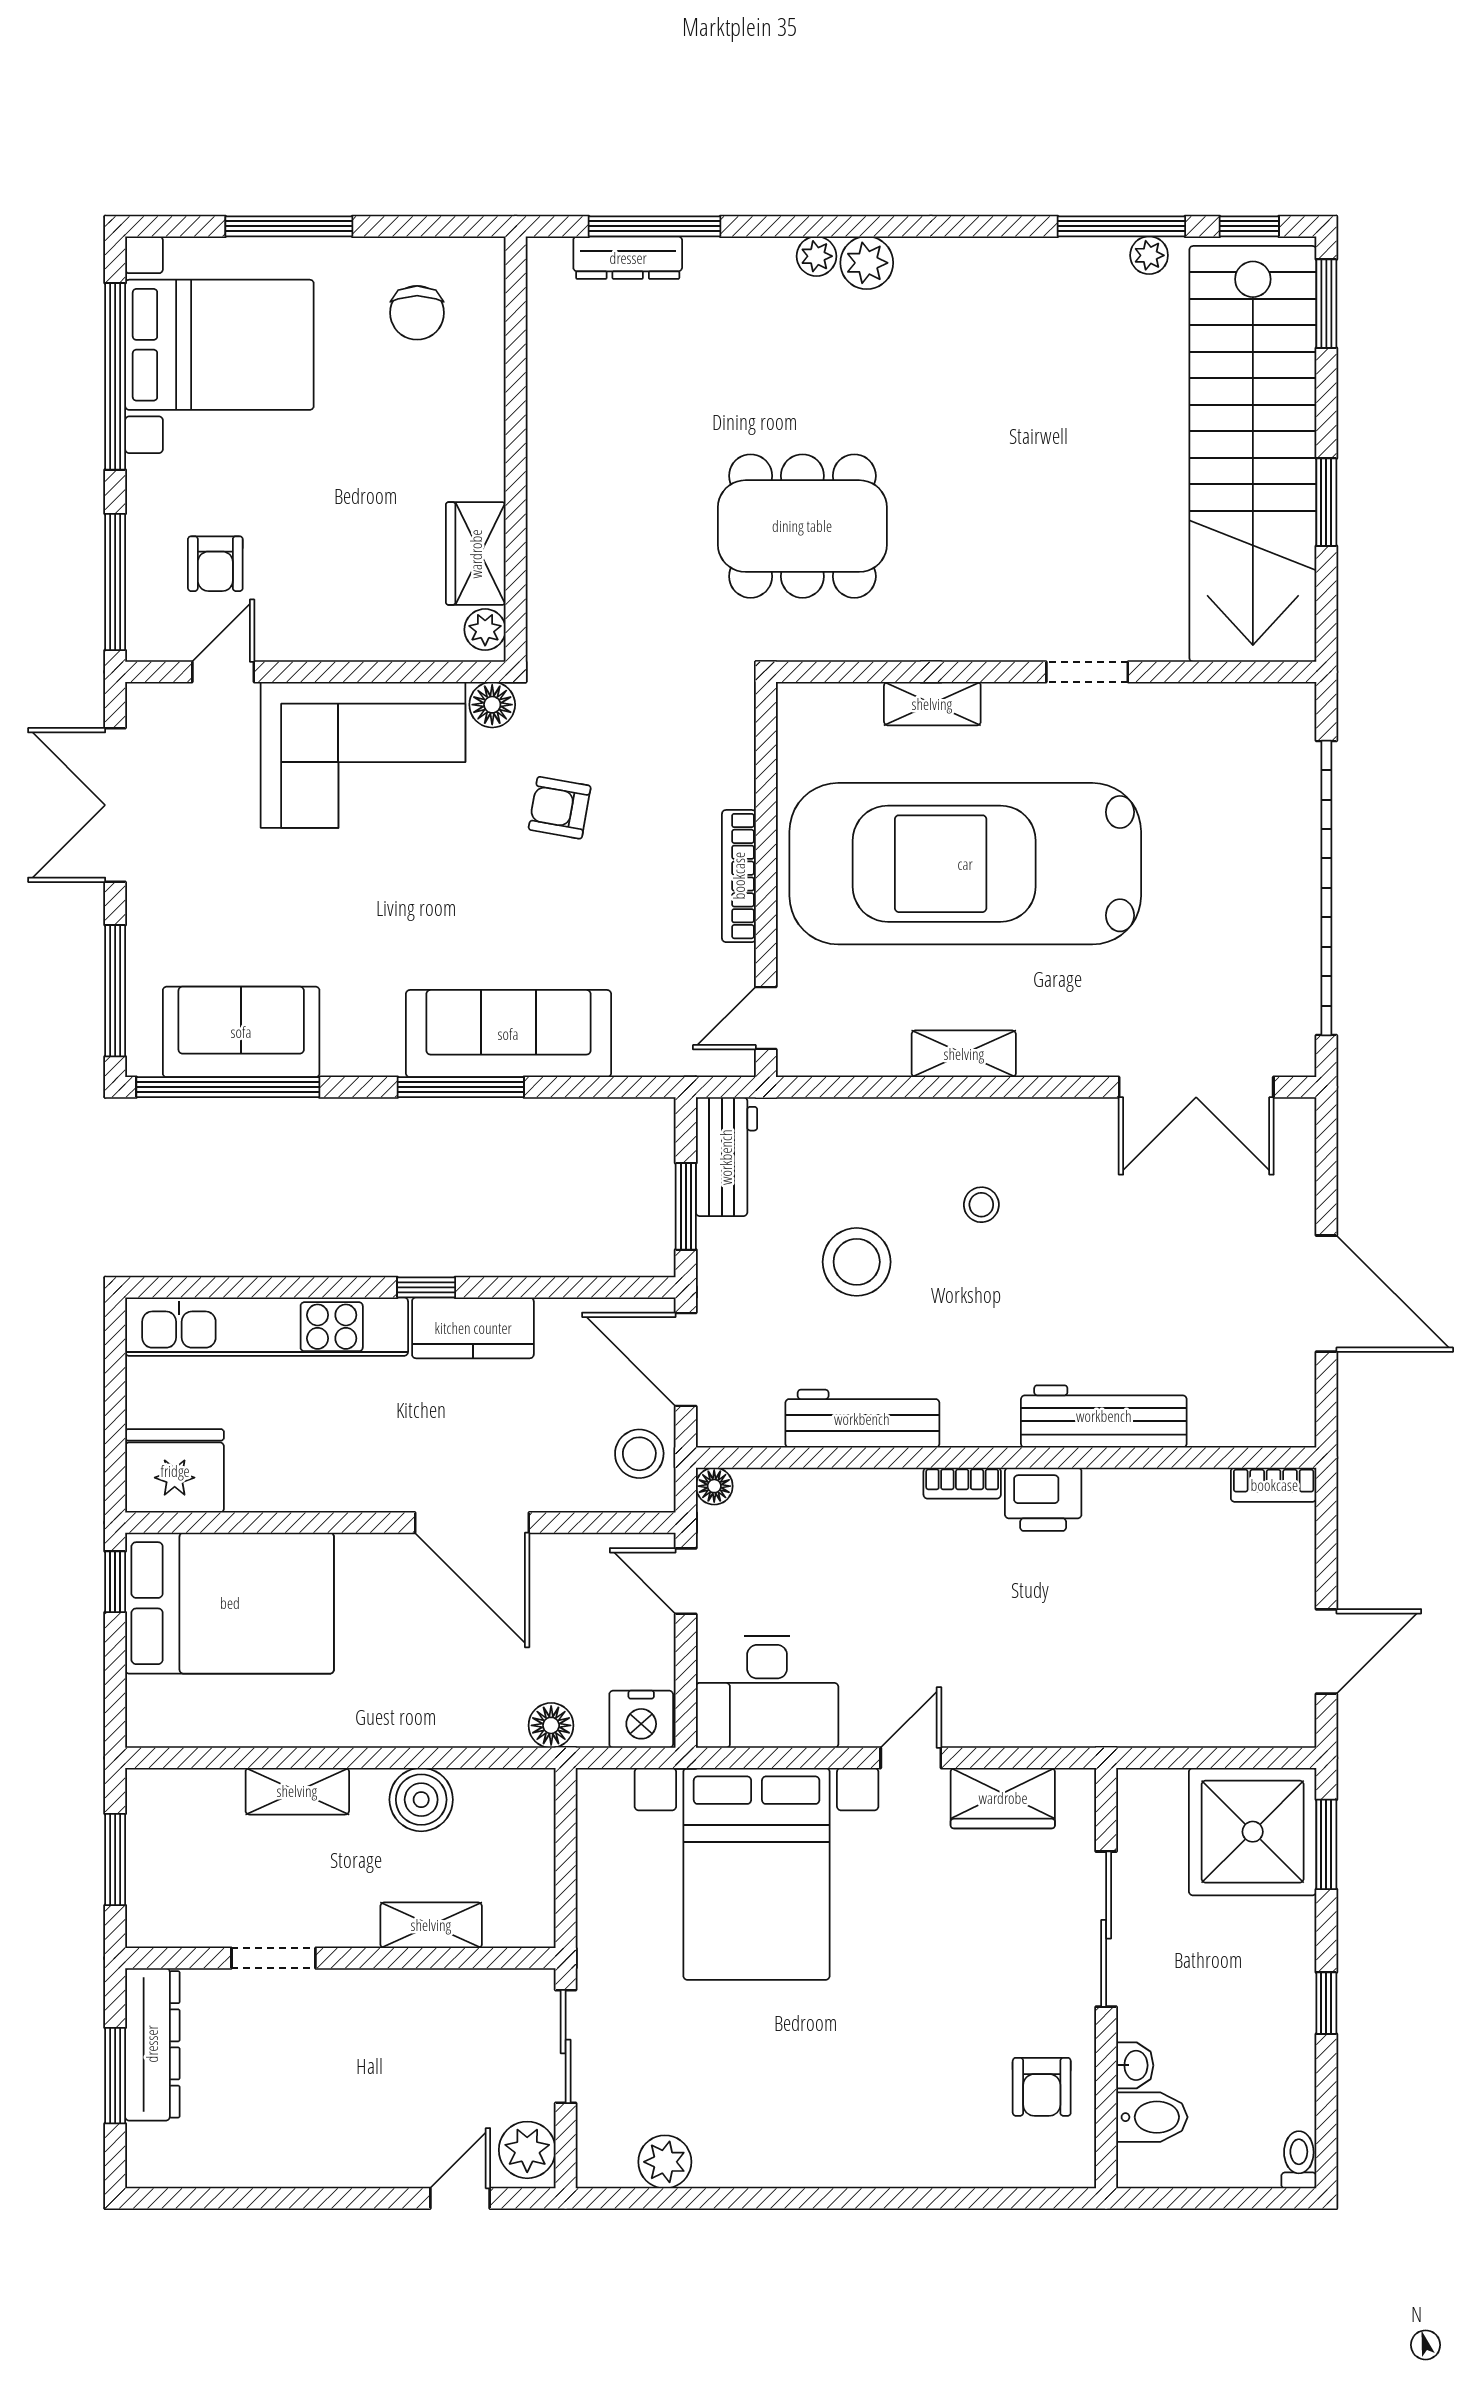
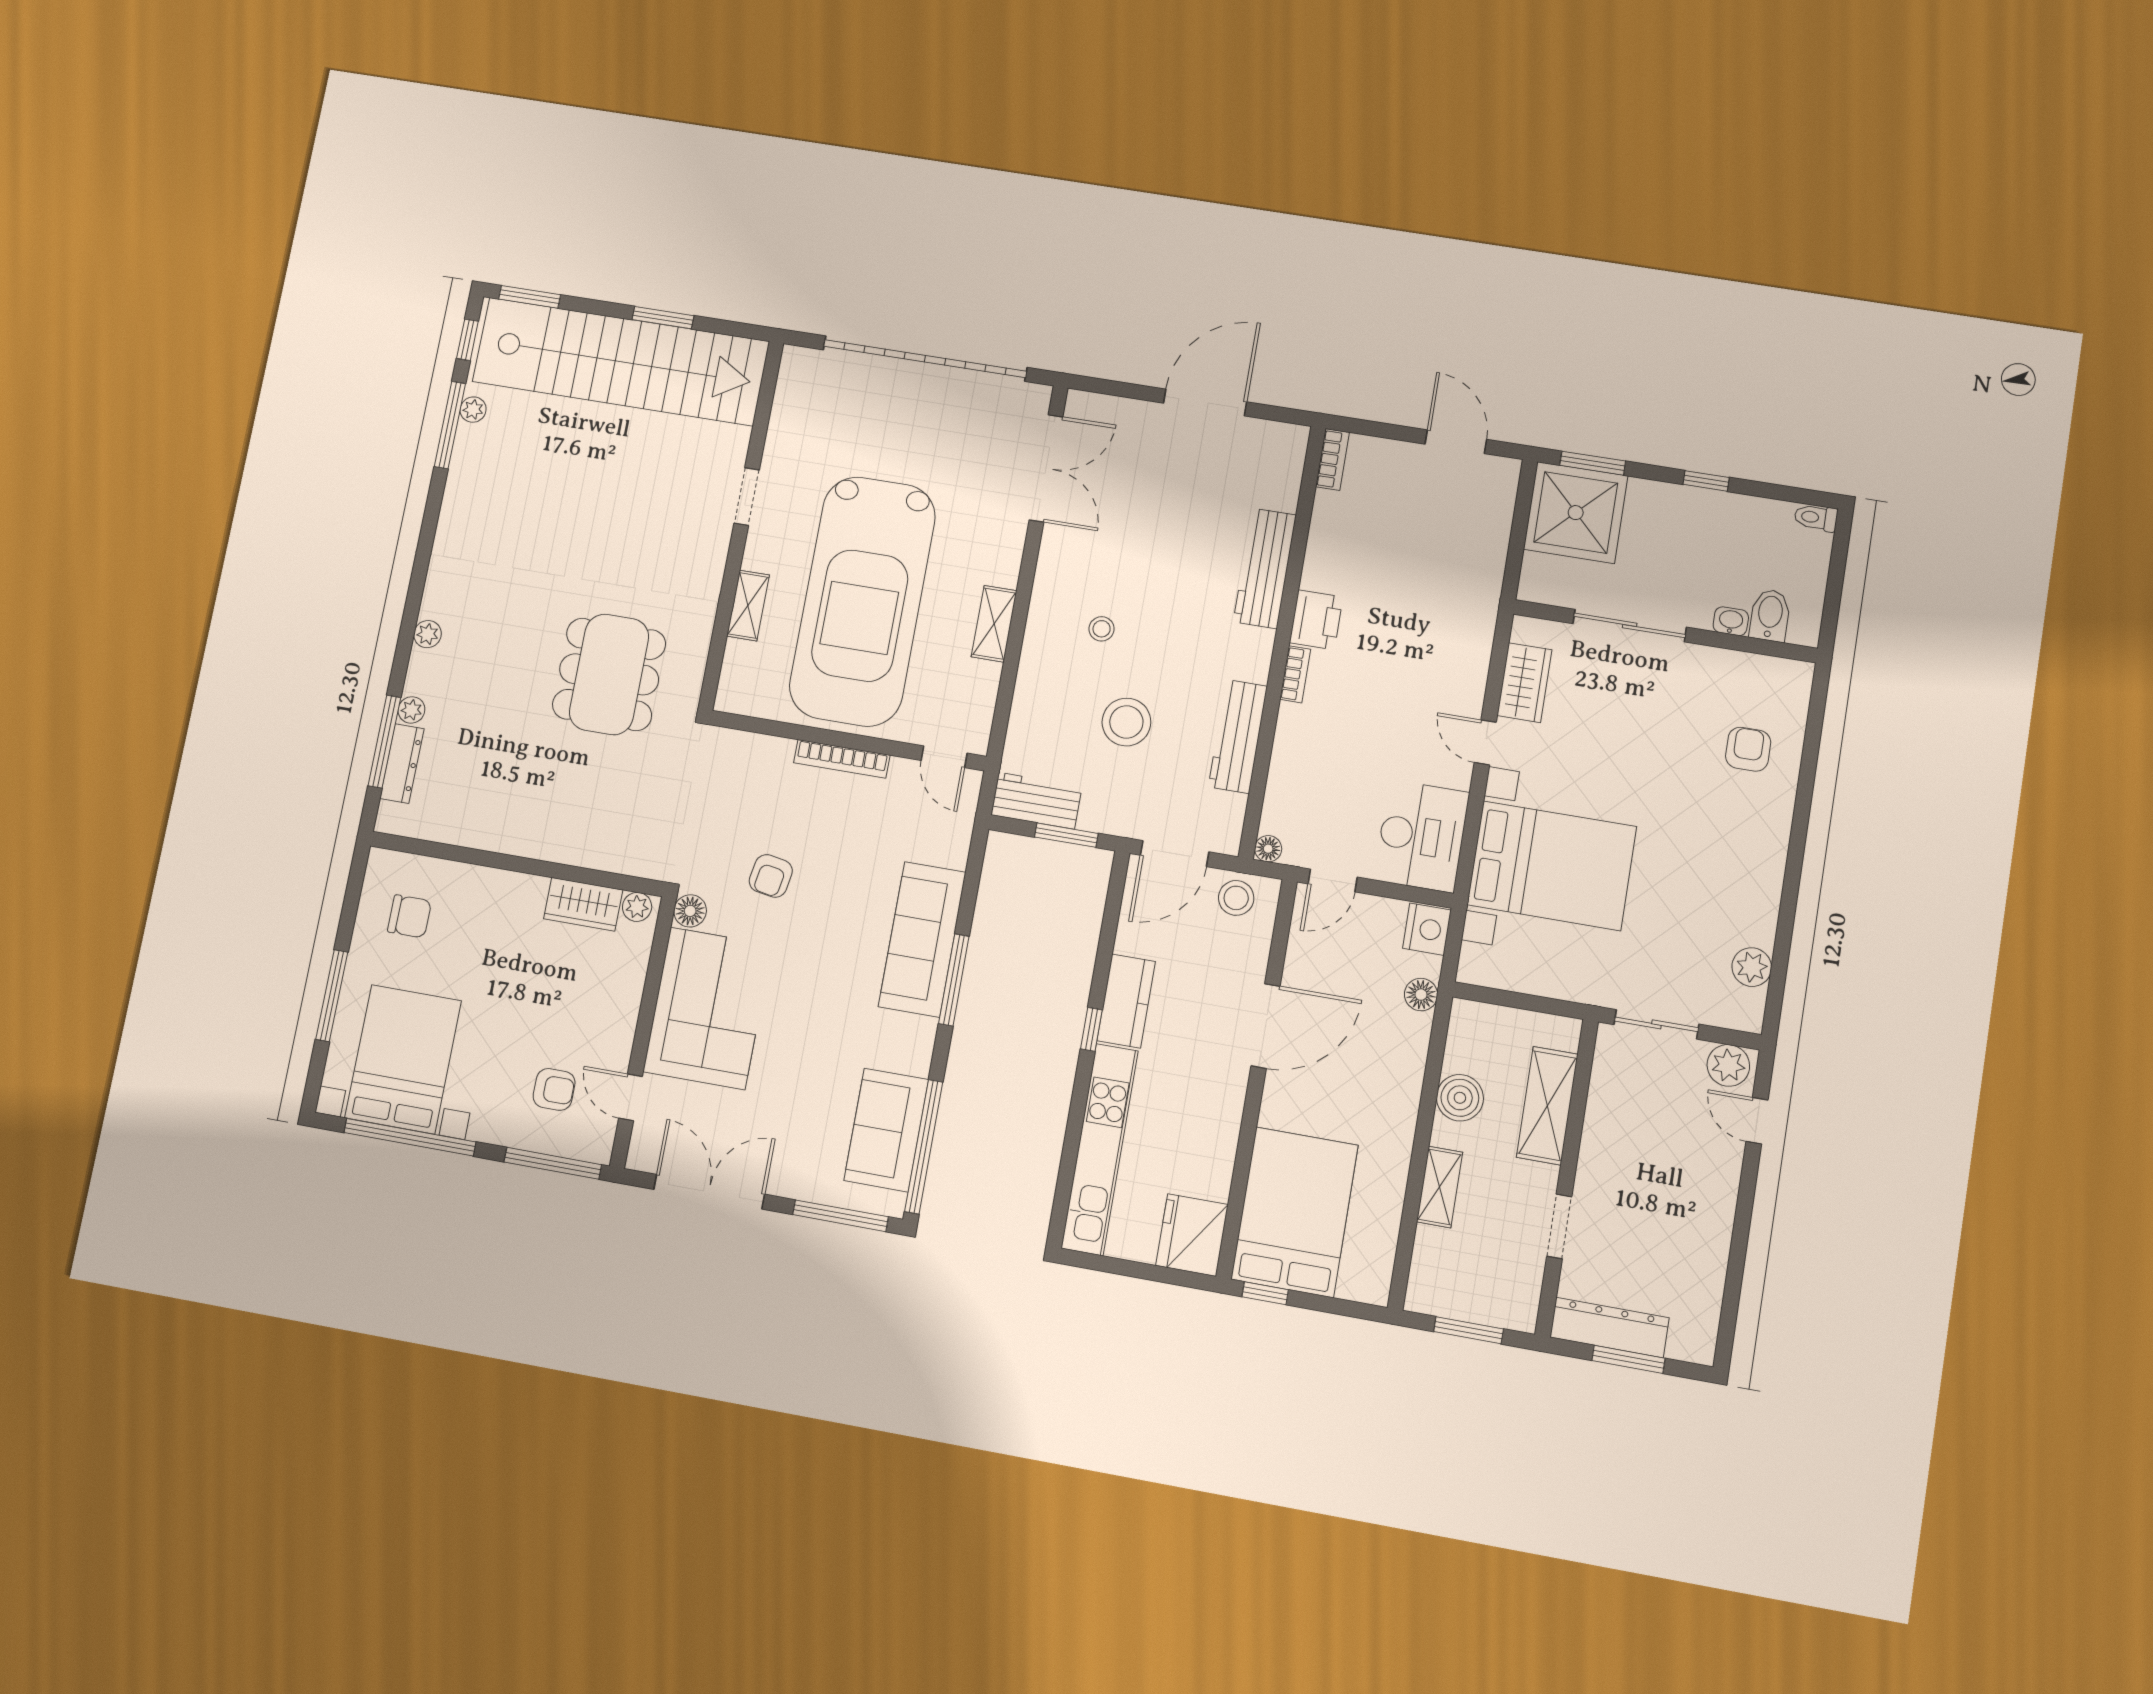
plant: (867, 263) -> (411, 710), moved, width x0.73, depth x0.73
double door: (115, 805) -> (709, 1192), swing flipped
shelving: (431, 1925) -> (1547, 1106), width x1.50, depth x1.33
armchair: (1042, 2087) -> (1748, 749), moved, turned -90

